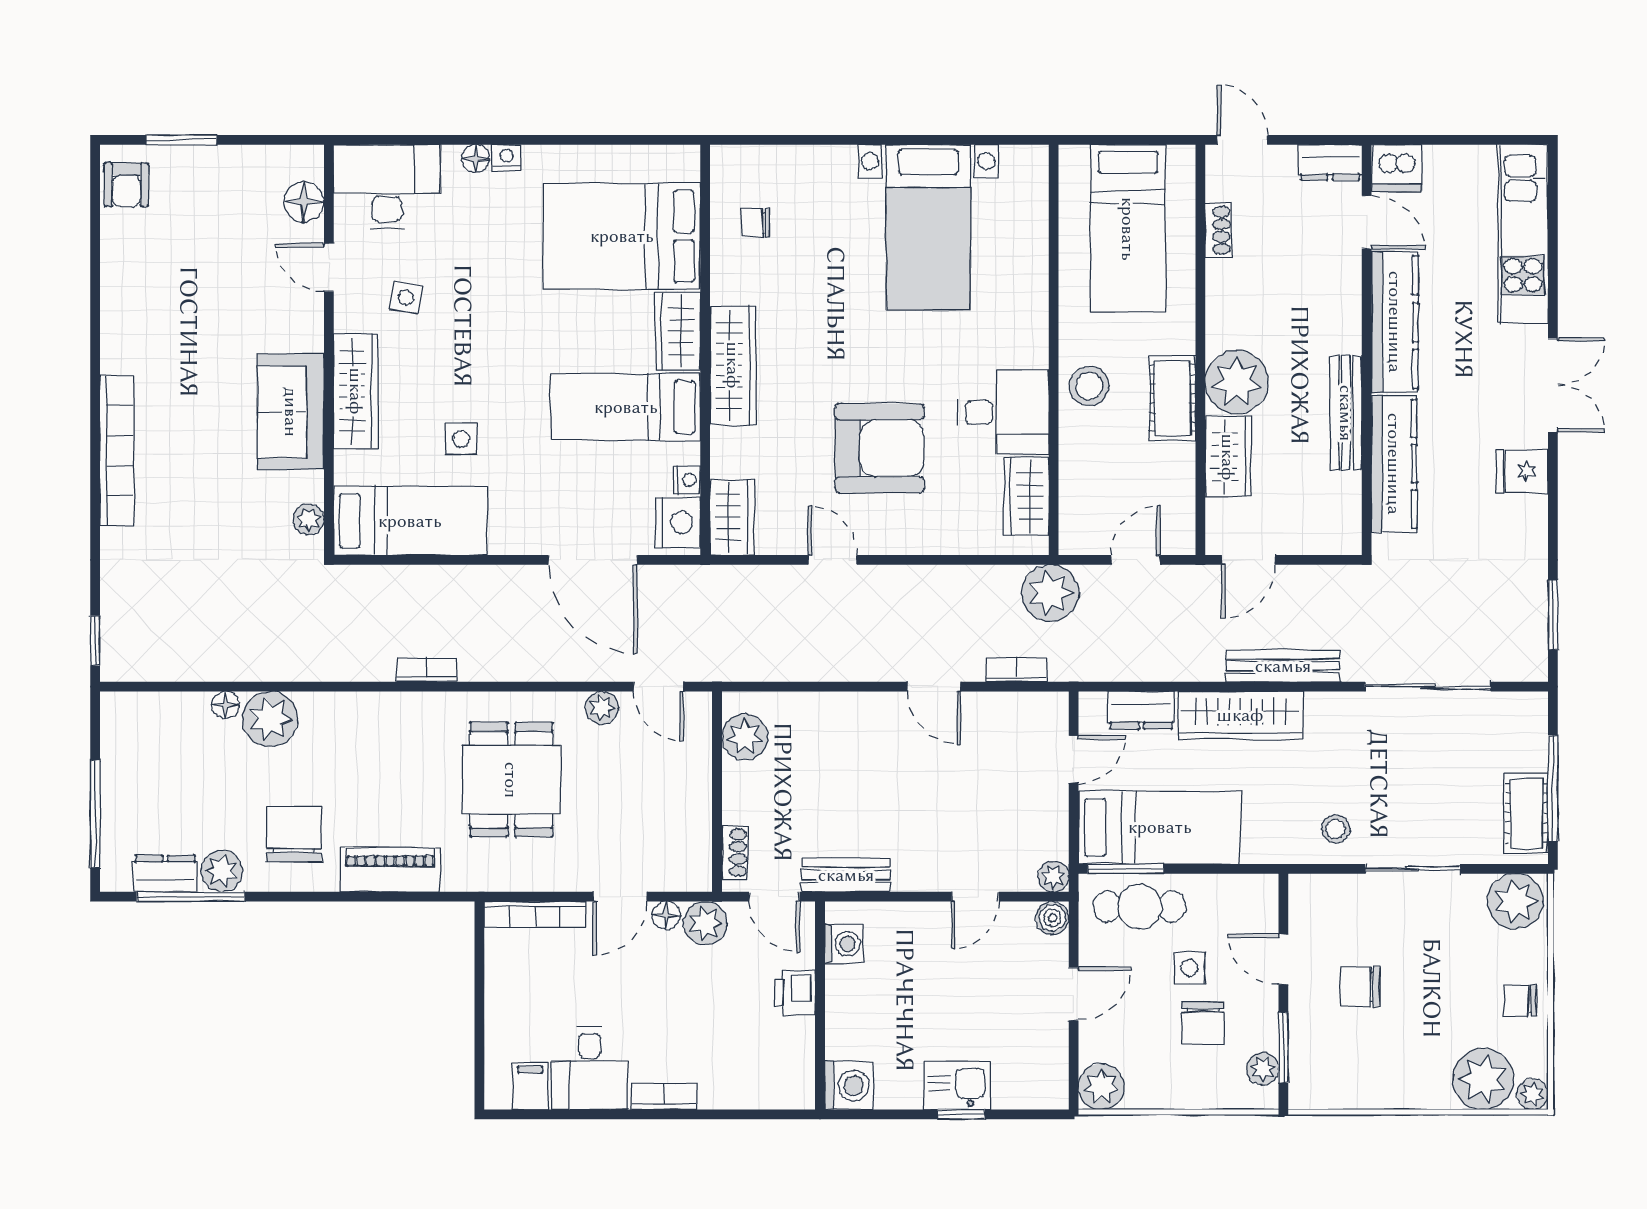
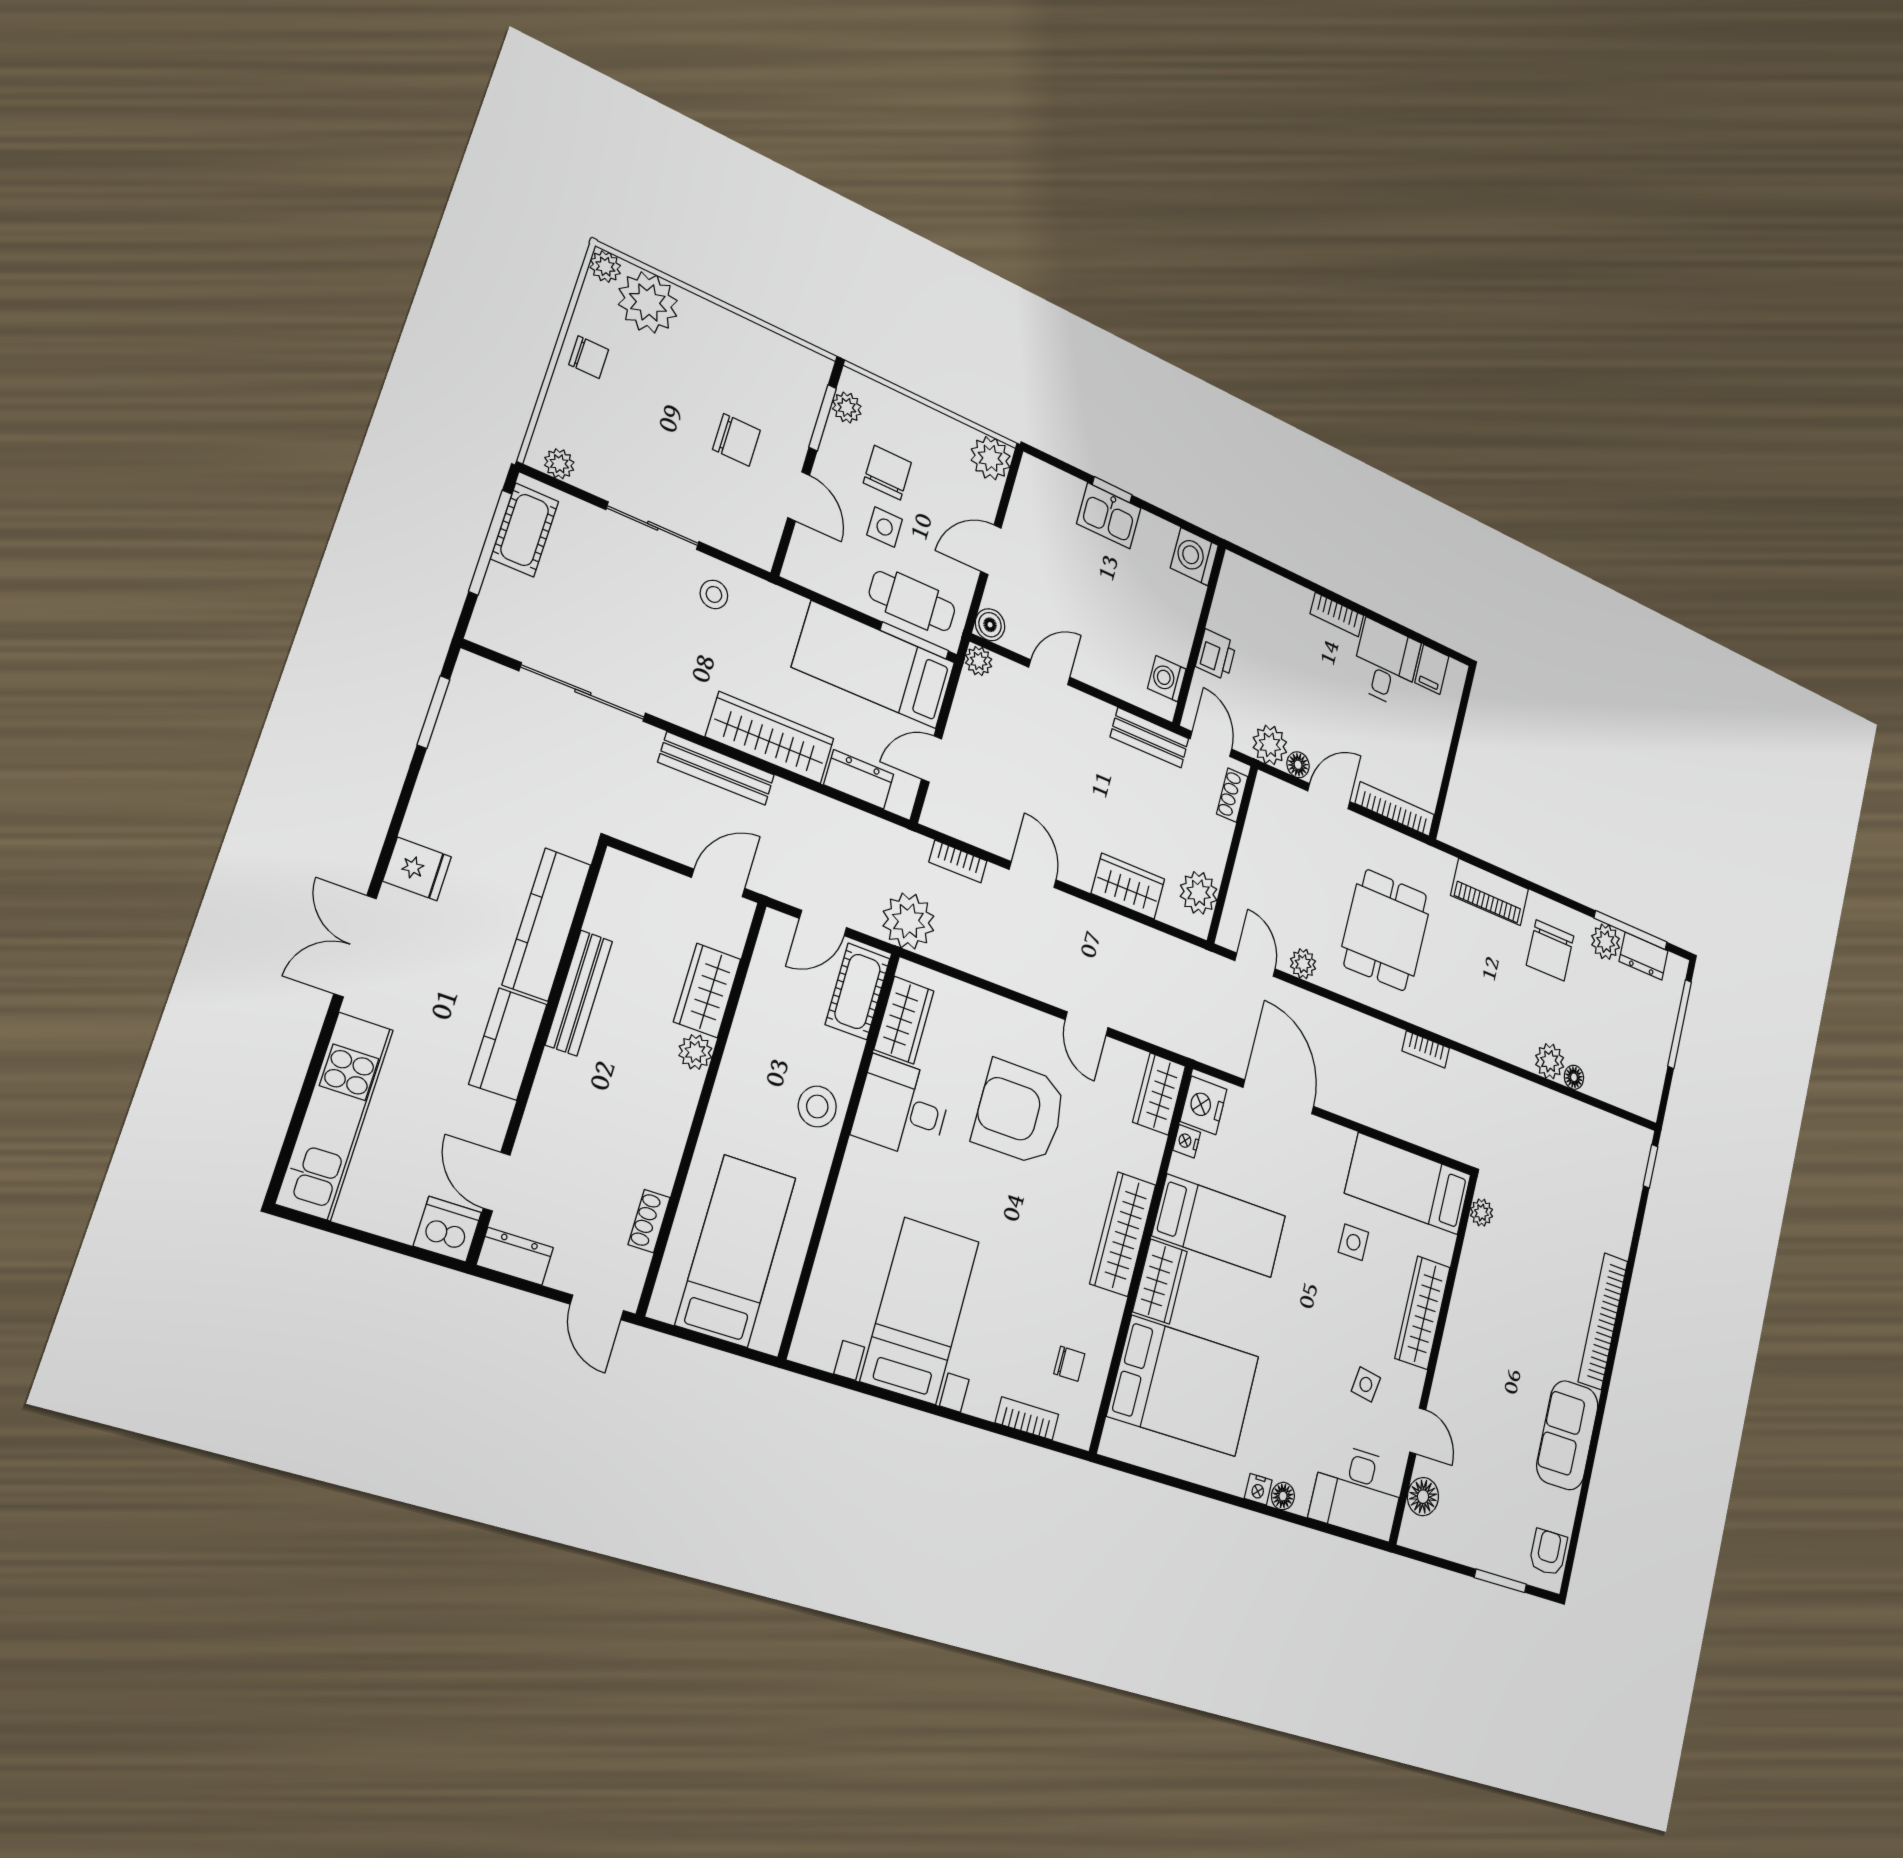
bookcase: (786, 158) -> (1027, 1419), added
kitchen counter: (1395, 322) -> (508, 1044), width x0.67
plant: (1237, 382) -> (695, 1052), width x0.53, depth x0.53
cot: (1172, 398) -> (858, 991), moved
sofa: (291, 412) -> (1567, 1435), moved, turned 180
wardrobe: (827, 714) -> (1128, 886), added
plant: (270, 719) -> (1550, 1061), width x0.73, depth x0.73
plant: (1515, 901) -> (559, 464), width x0.53, depth x0.53

